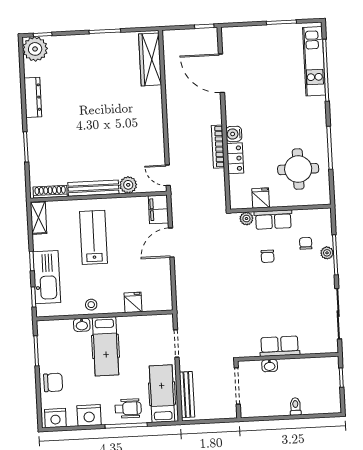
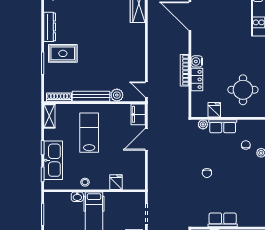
rug: (52, 132) -> (63, 53), added
chair: (268, 256) -> (207, 173), moved

